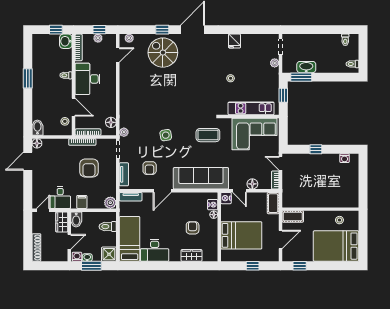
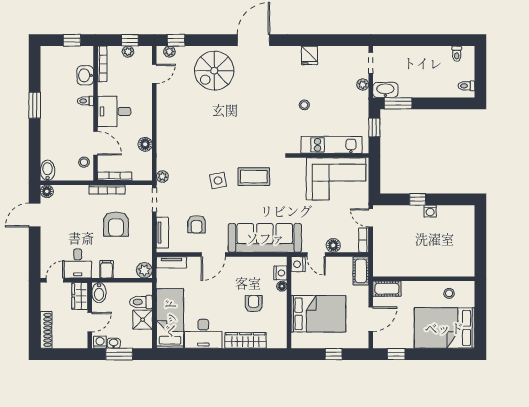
window: (162, 30) -> (176, 40), moved
washbasin: (66, 41) -> (85, 75), moved
spiral stairs: (163, 53) -> (214, 71), turned -90
washbasin: (306, 67) -> (385, 90), moved
desk: (88, 79) -> (114, 111), width x0.73
floor lamp: (111, 122) -> (145, 144), moved
coffee table: (208, 135) -> (254, 177), moved
washing machine: (345, 158) -> (430, 211), moved
shower: (109, 254) -> (143, 320), moved
wardrobe: (192, 255) -> (245, 340), width x1.50

